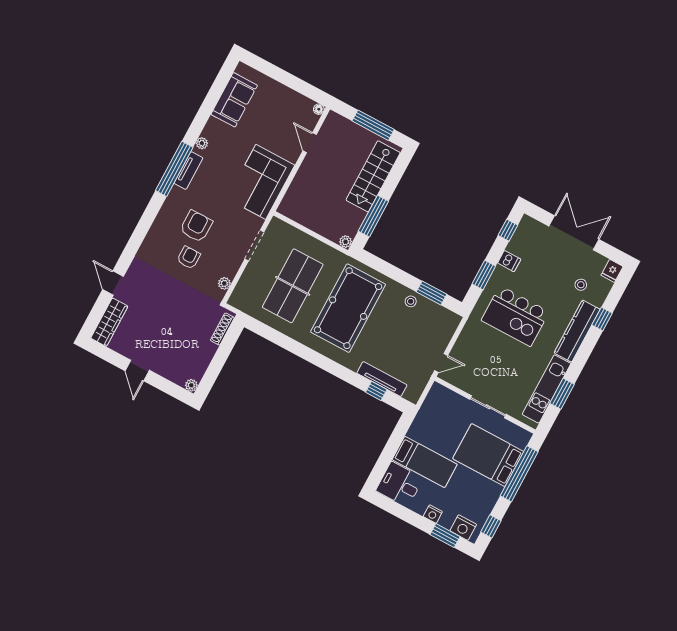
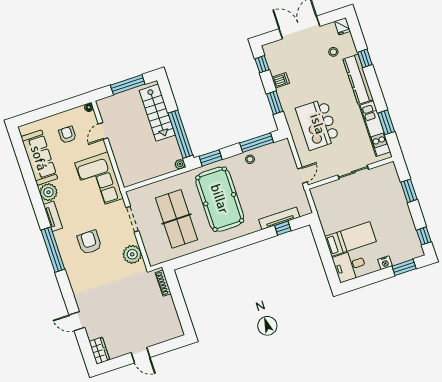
sofa: (234, 100) -> (39, 158), width x1.36
plant: (202, 143) -> (48, 192), width x1.88, depth x1.88
door: (310, 143) -> (103, 131), hinge flipped
window: (174, 169) -> (53, 250), moved
window: (373, 216) -> (180, 134), width x1.46
armchair: (189, 258) -> (67, 135), moved
window: (378, 264) -> (211, 158), added
plant: (224, 283) -> (132, 254), width x1.88, depth x1.88
window: (432, 293) -> (257, 143), width x1.44
kitchen island: (515, 316) -> (318, 124), moved, turned 90
wardrobe: (109, 322) -> (99, 351), width x0.67
plant: (191, 385) -> (179, 332), removed
bed: (488, 455) -> (381, 198), removed
window: (519, 474) -> (409, 191), width x0.47
nightstand: (463, 528) -> (409, 252), removed

